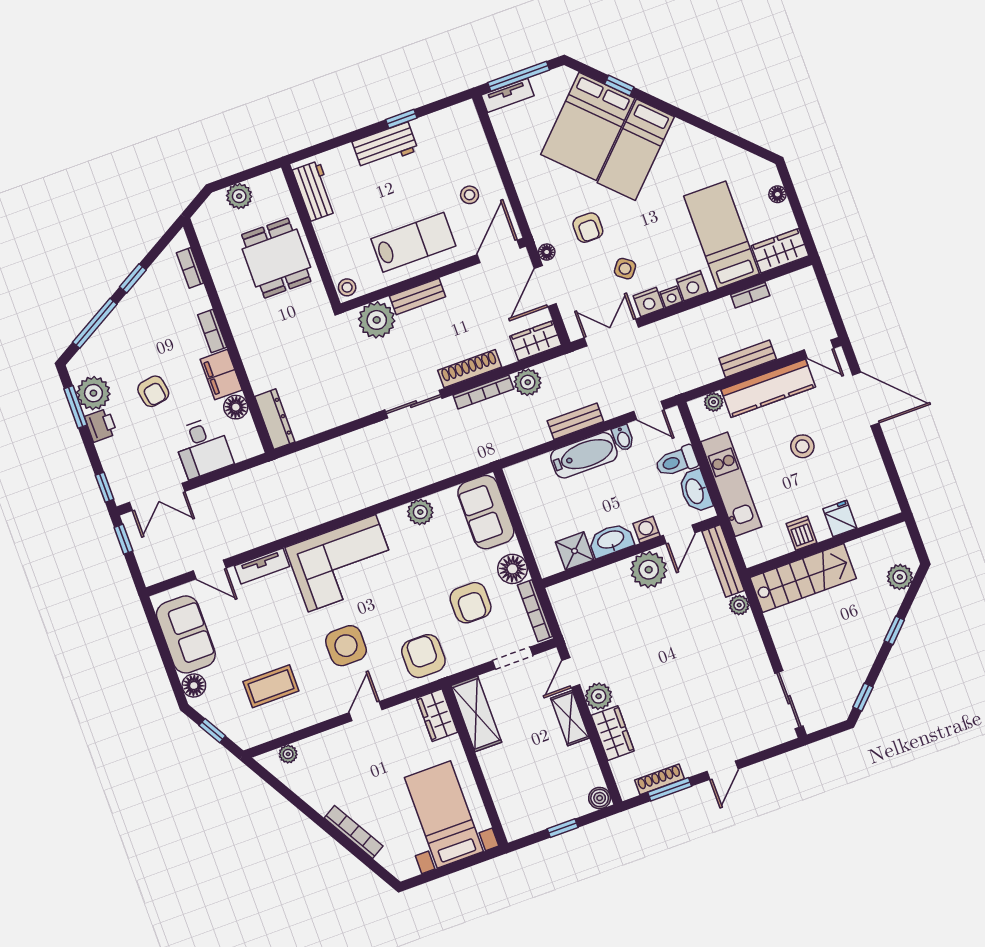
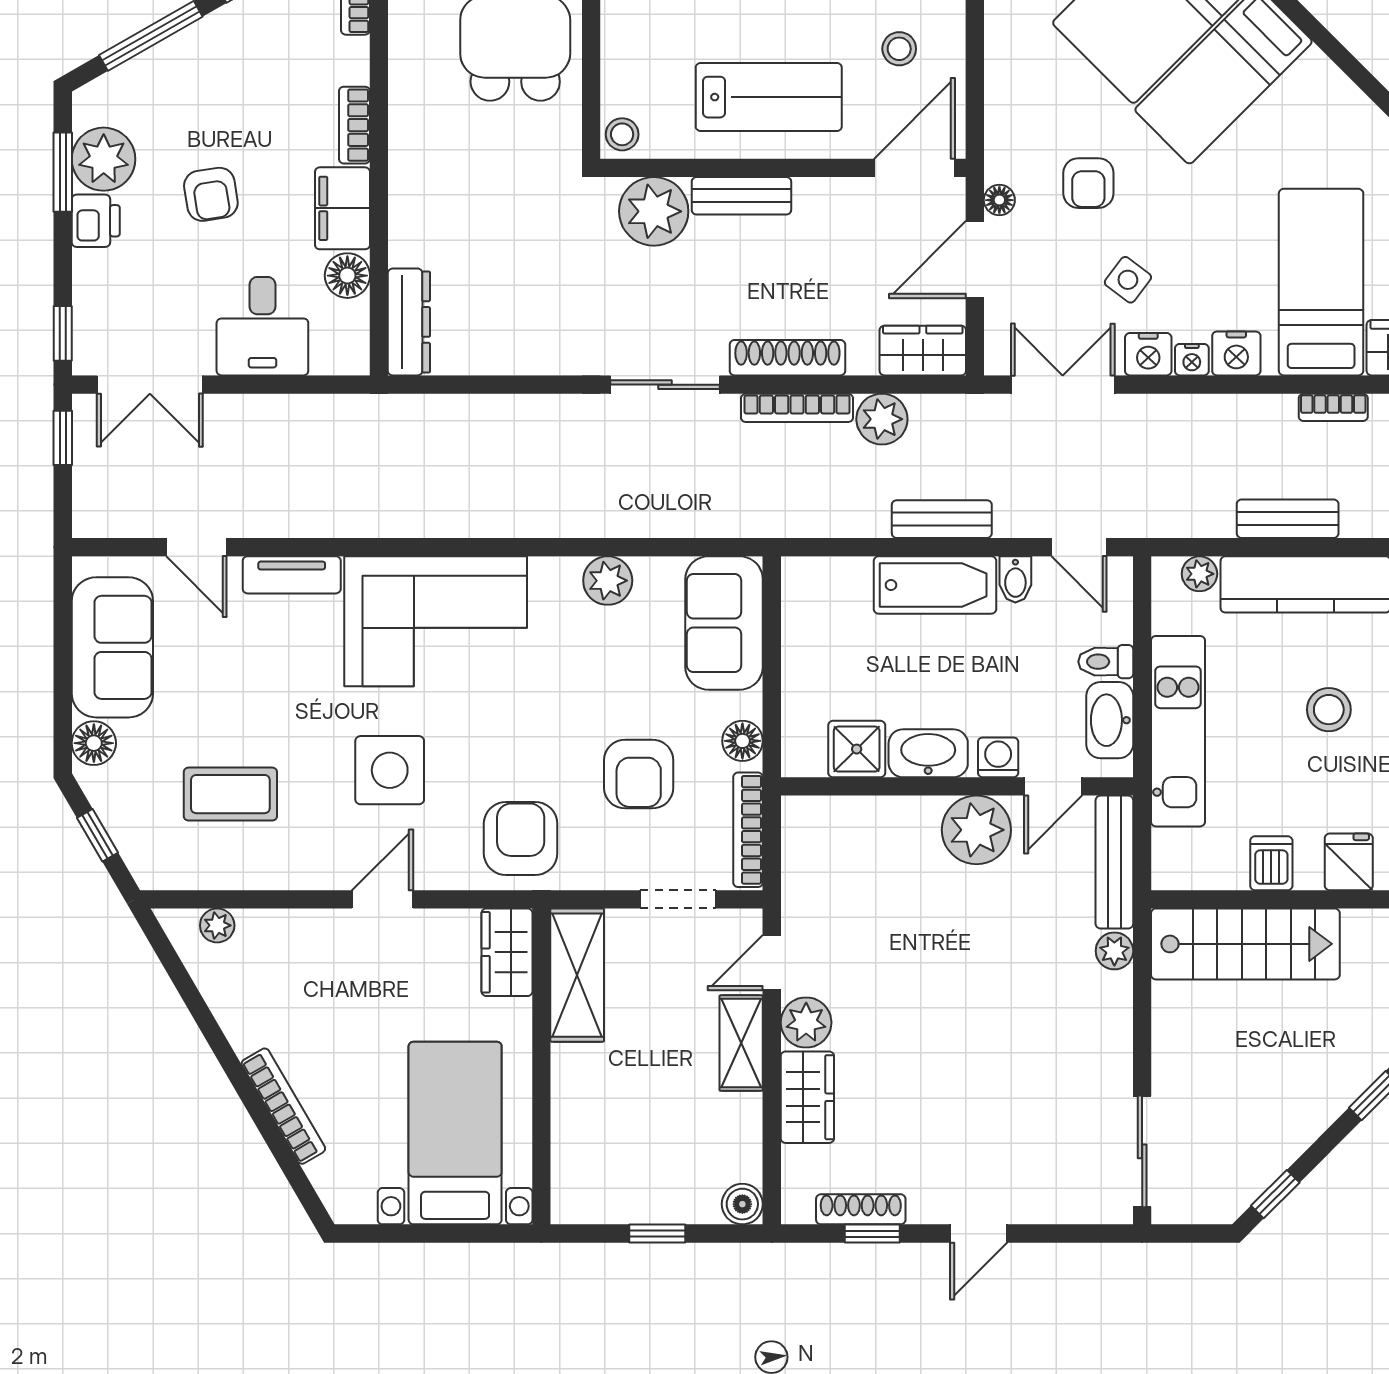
toilet: (676, 461) -> (1106, 662), width x0.73, depth x0.72
floor lamp: (512, 569) -> (742, 741), width x0.73, depth x0.73
window: (670, 789) -> (872, 1234), width x0.67

